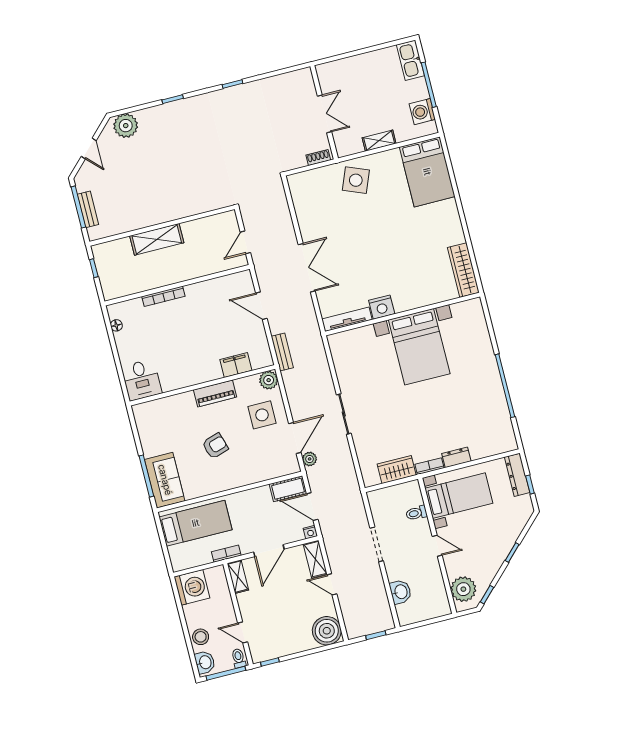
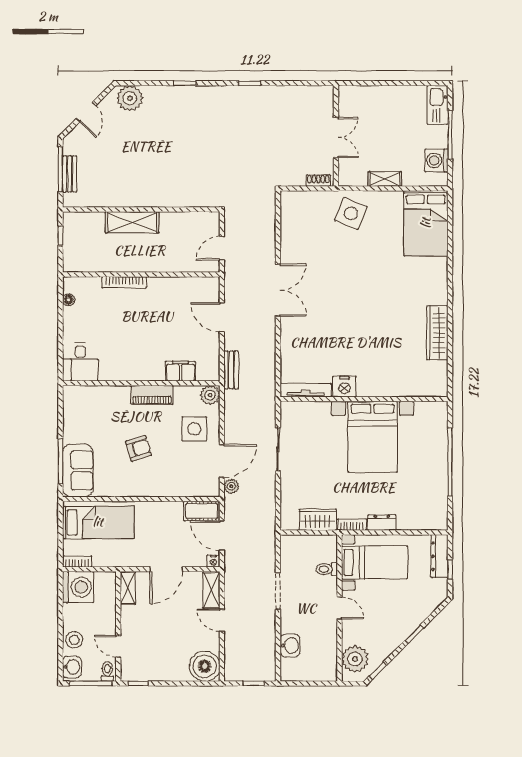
nightstand: (382, 307) -> (344, 387), moved
wall: (403, 314) -> (364, 399), moved
tv unit: (347, 319) -> (306, 390), moved
bed with nightstands: (419, 347) -> (372, 437), moved
bookcase: (226, 554) -> (77, 561), moved

